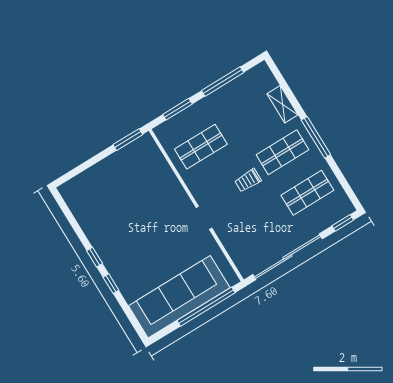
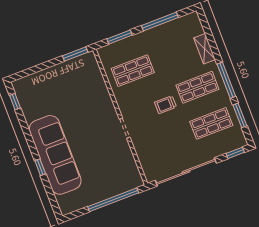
window: (340, 177) -> (240, 115), added
window: (95, 257) -> (15, 102), moved
sofa: (179, 297) -> (55, 155), moved, turned 90

